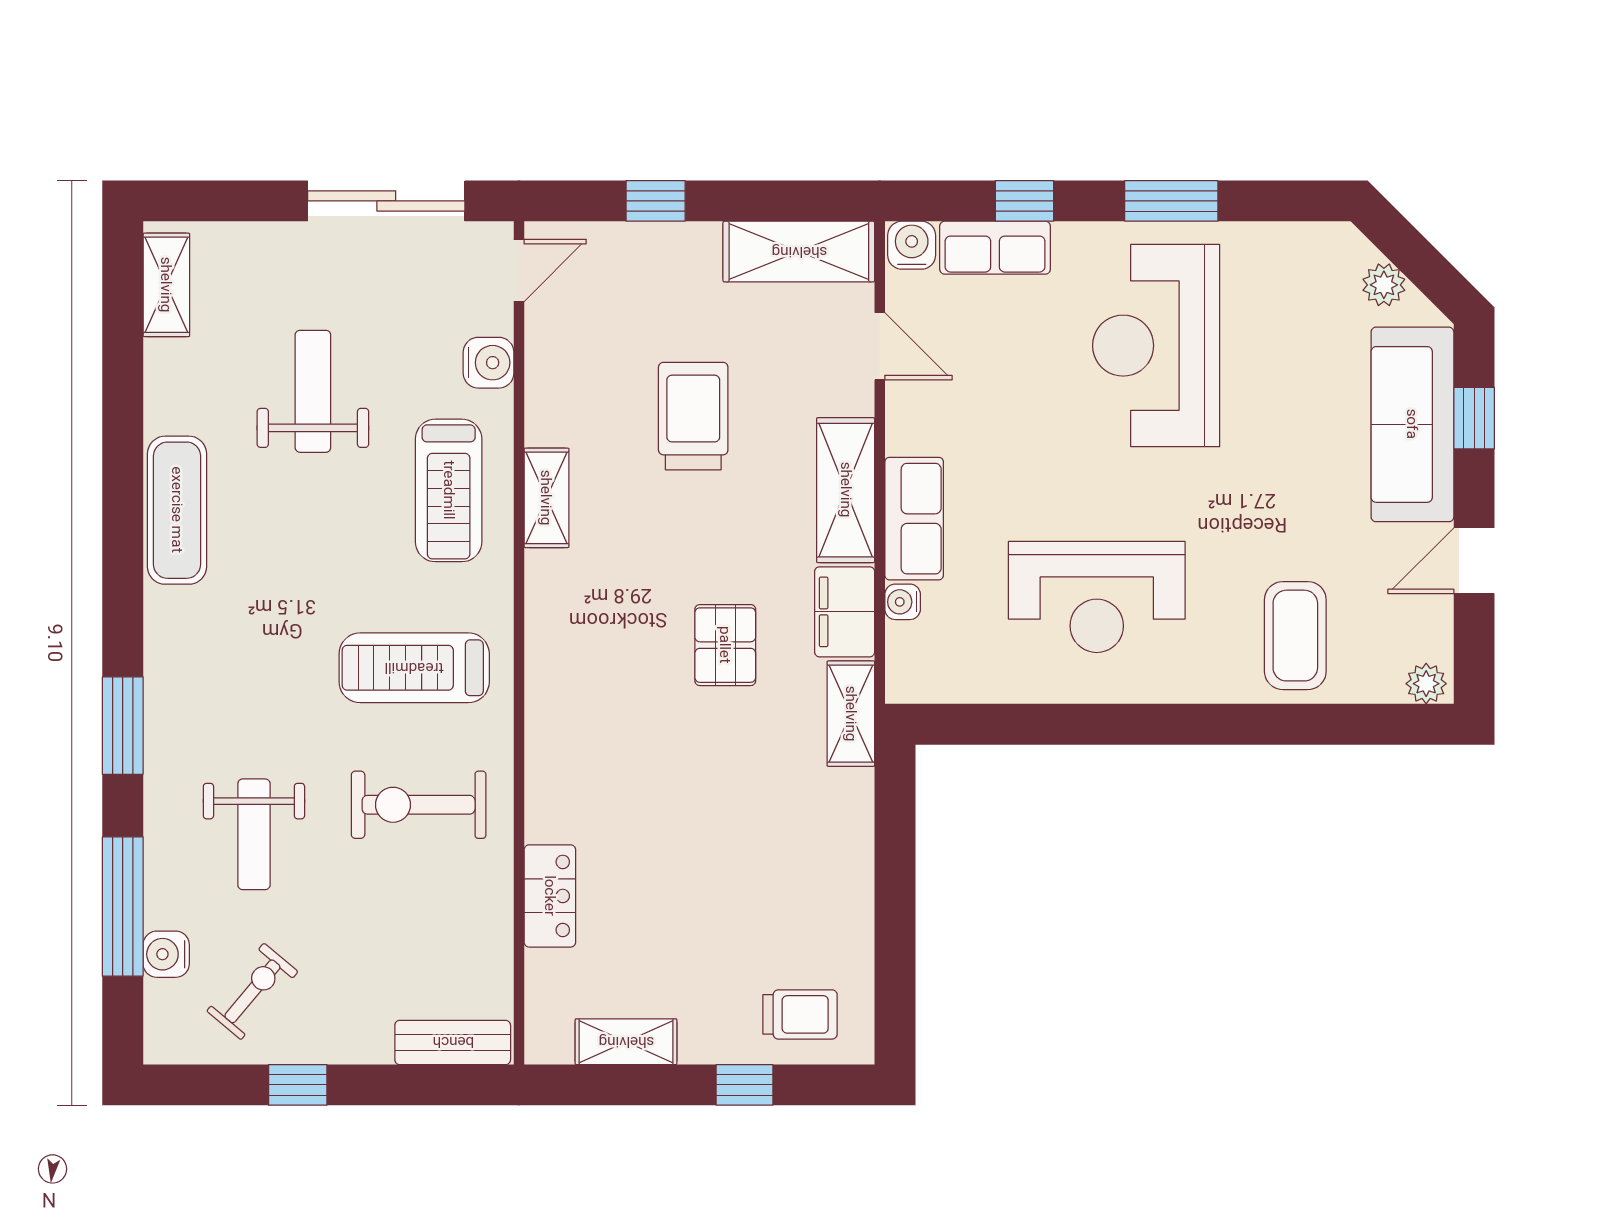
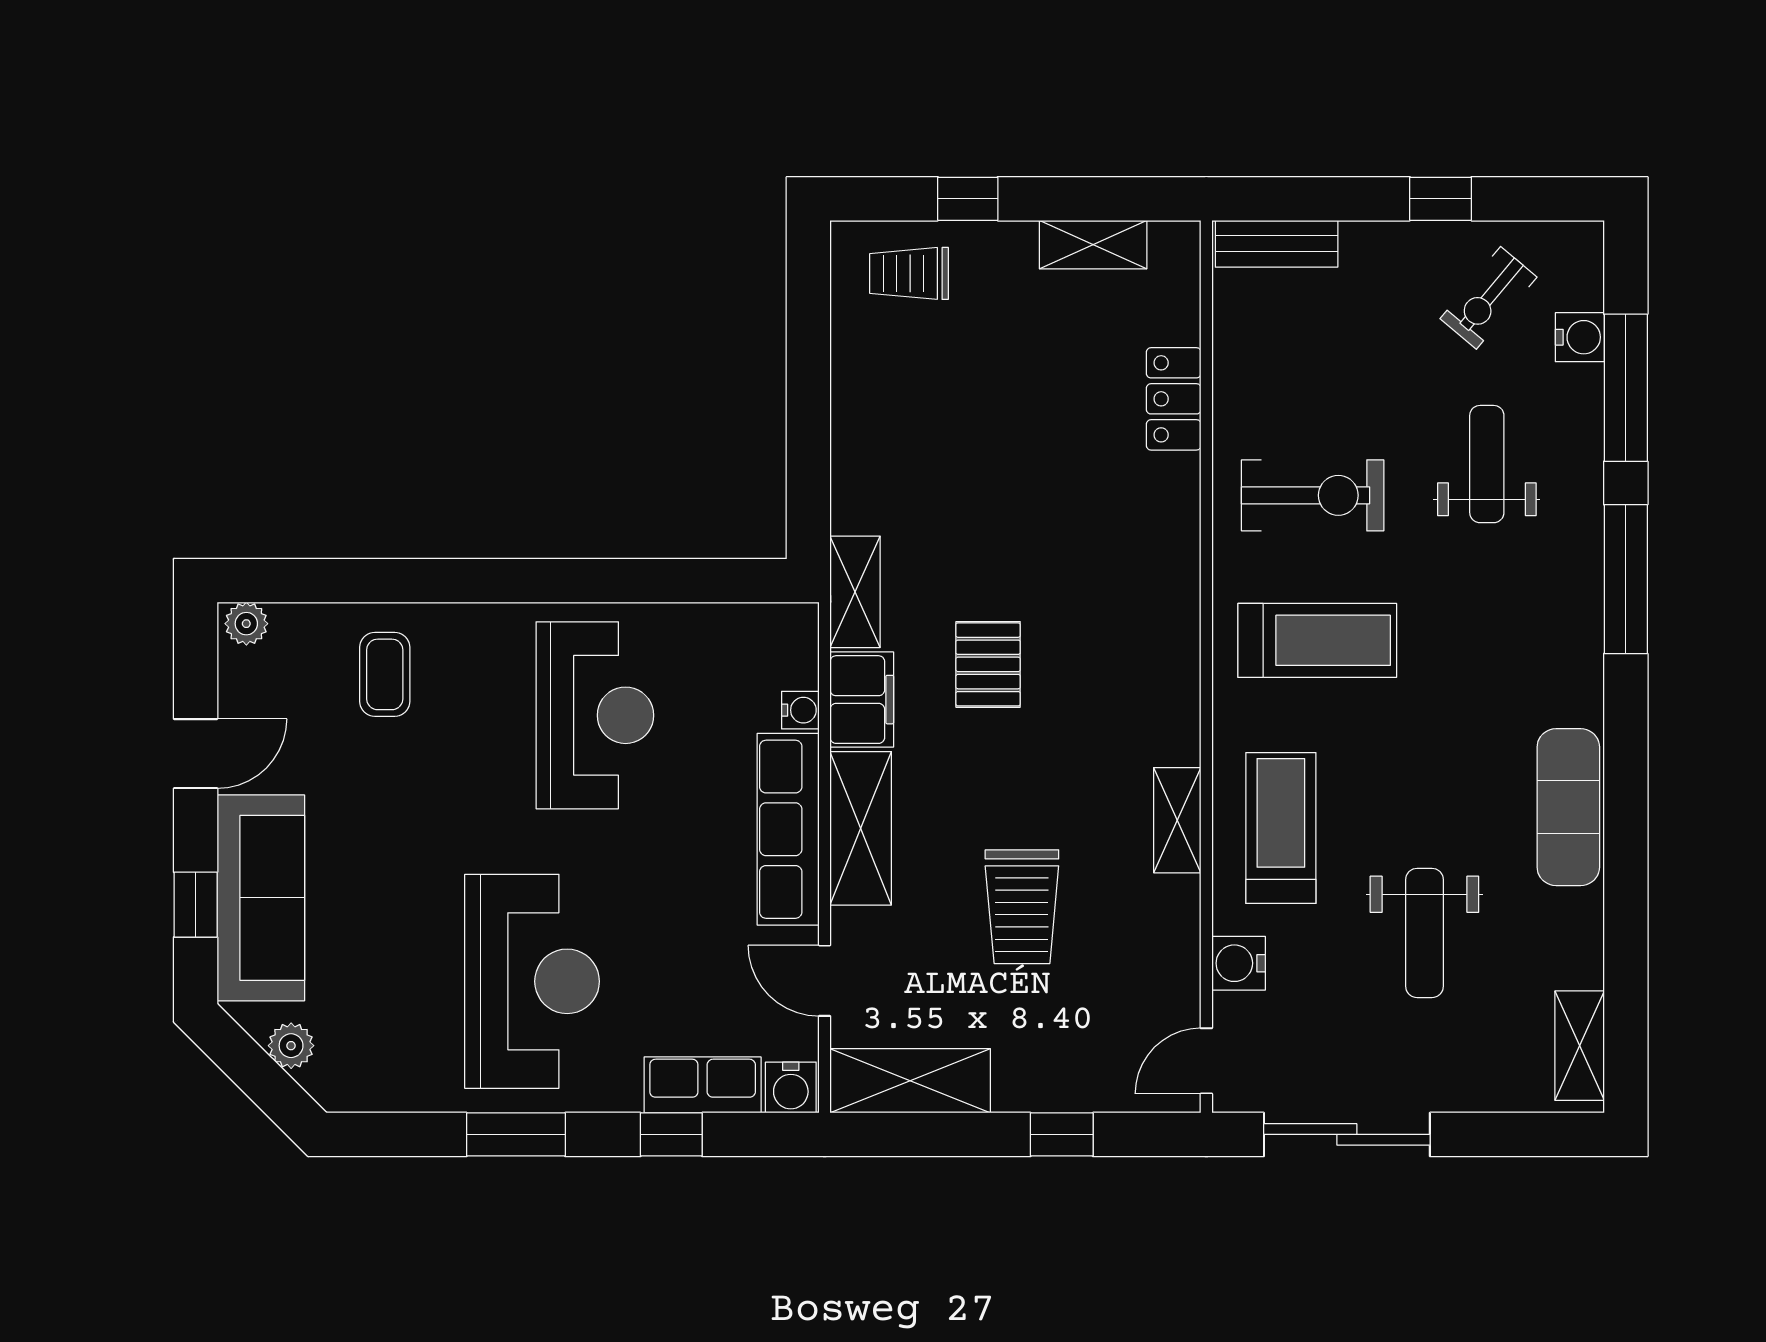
row of seats: (914, 519) -> (788, 829), width x1.48
reception desk: (1097, 597) -> (595, 715), turned 90
coffee table: (1295, 636) -> (385, 674), width x0.73, depth x0.77
window: (123, 726) -> (1626, 579), width x1.44

